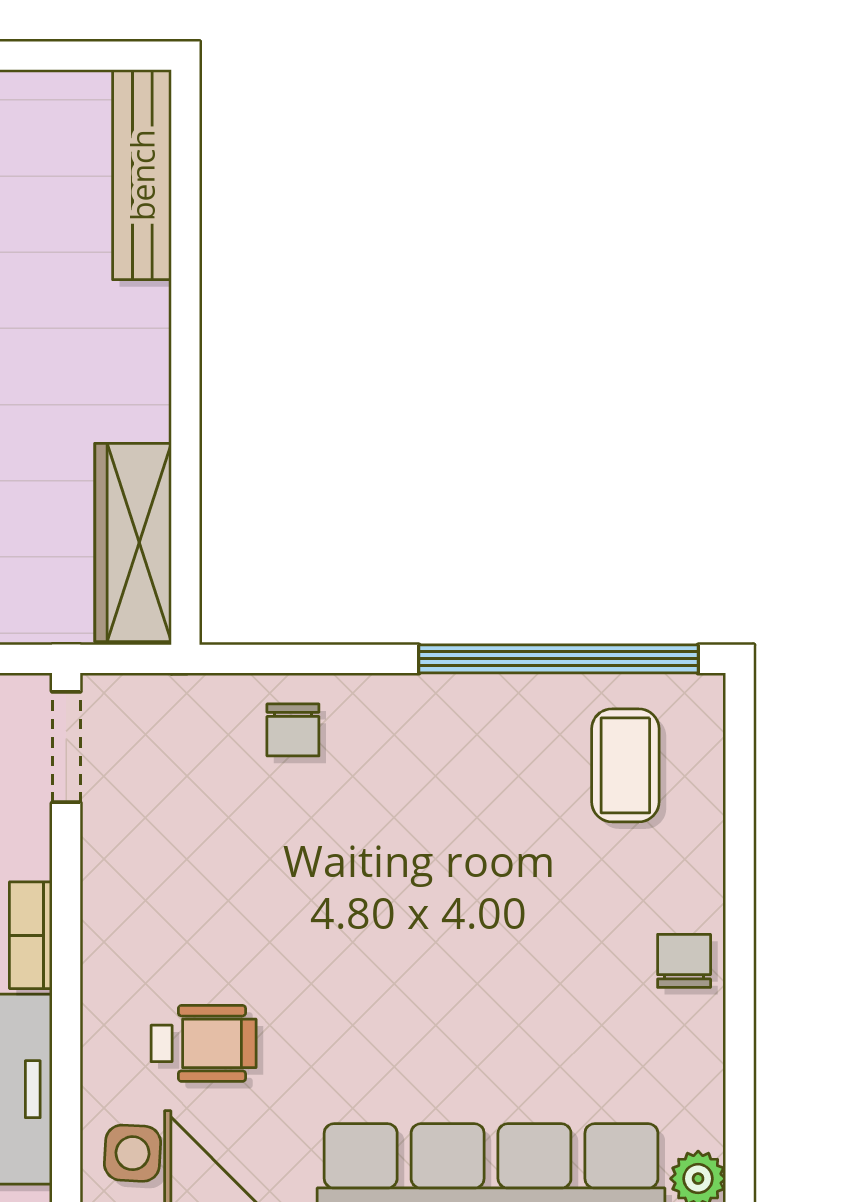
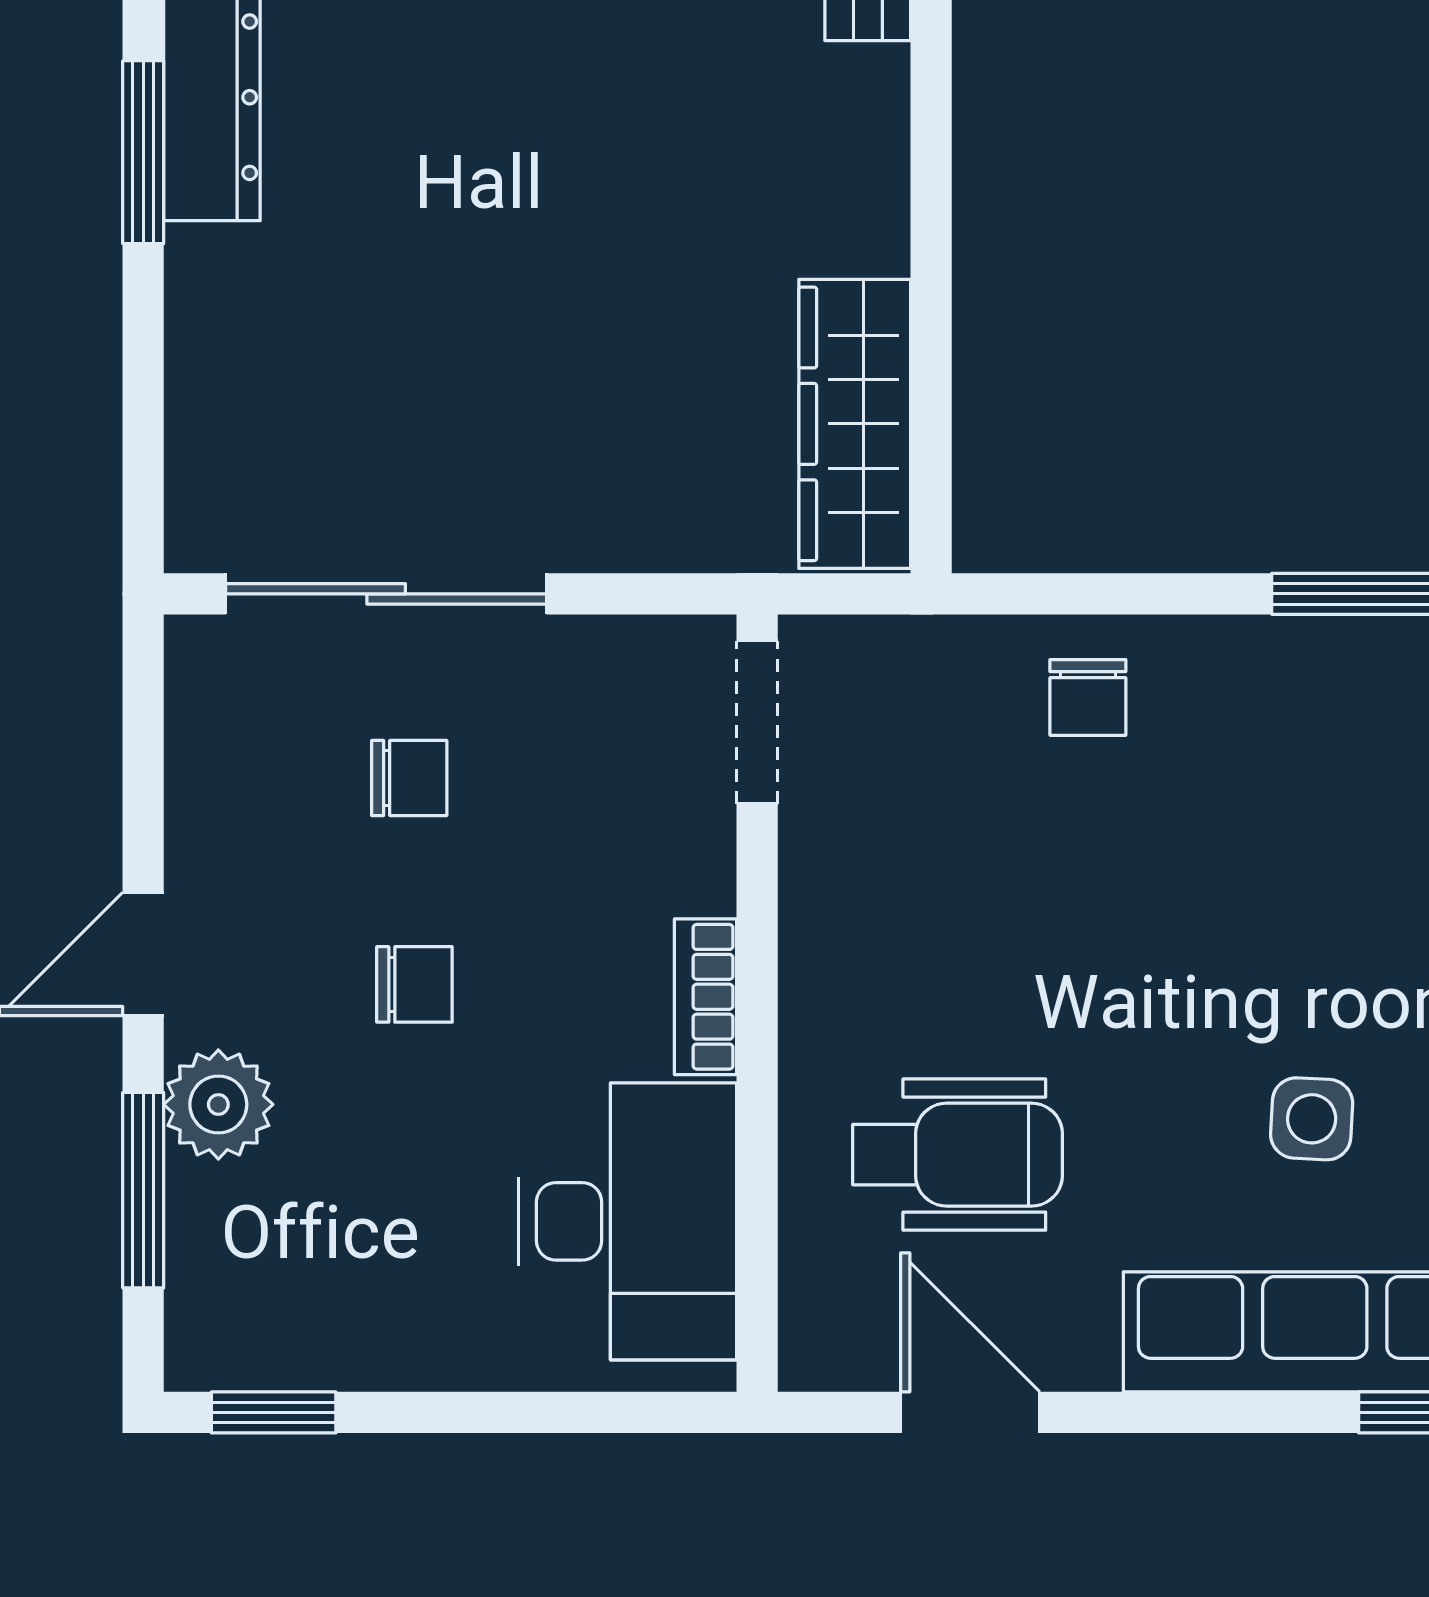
wheelchair: (204, 1043) -> (958, 1155), width x1.36, depth x1.37
side table: (132, 1153) -> (1312, 1119), moved

